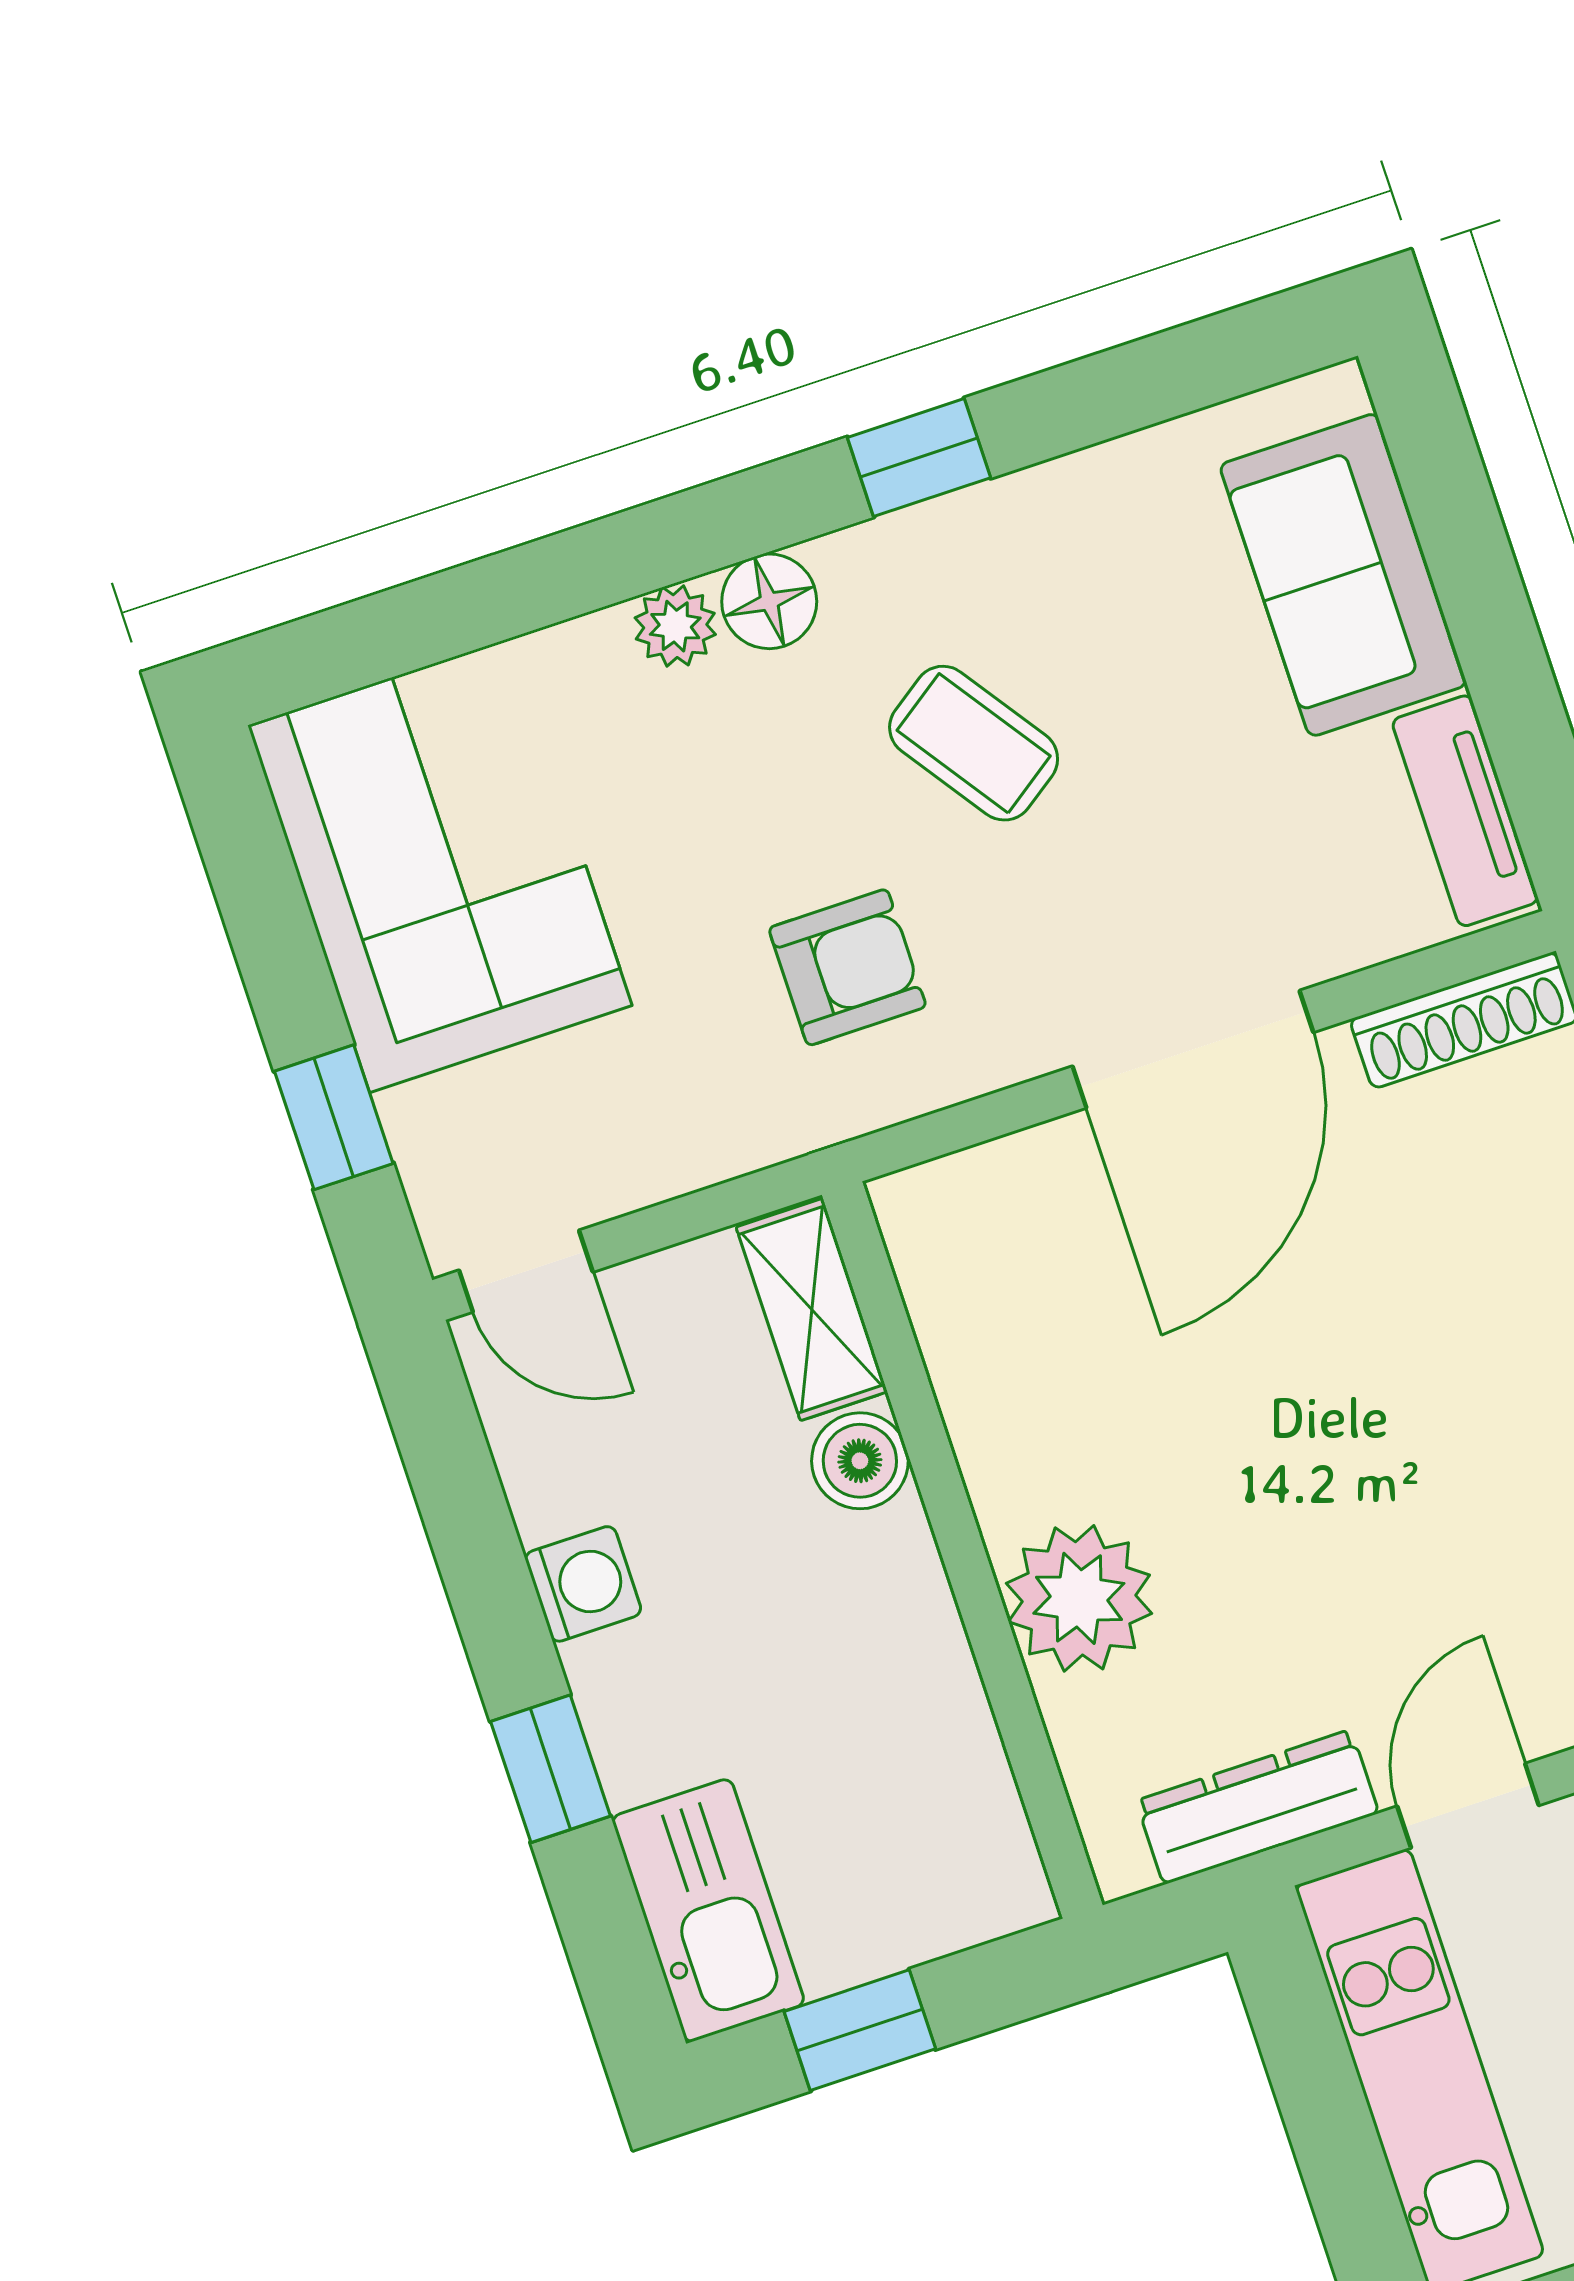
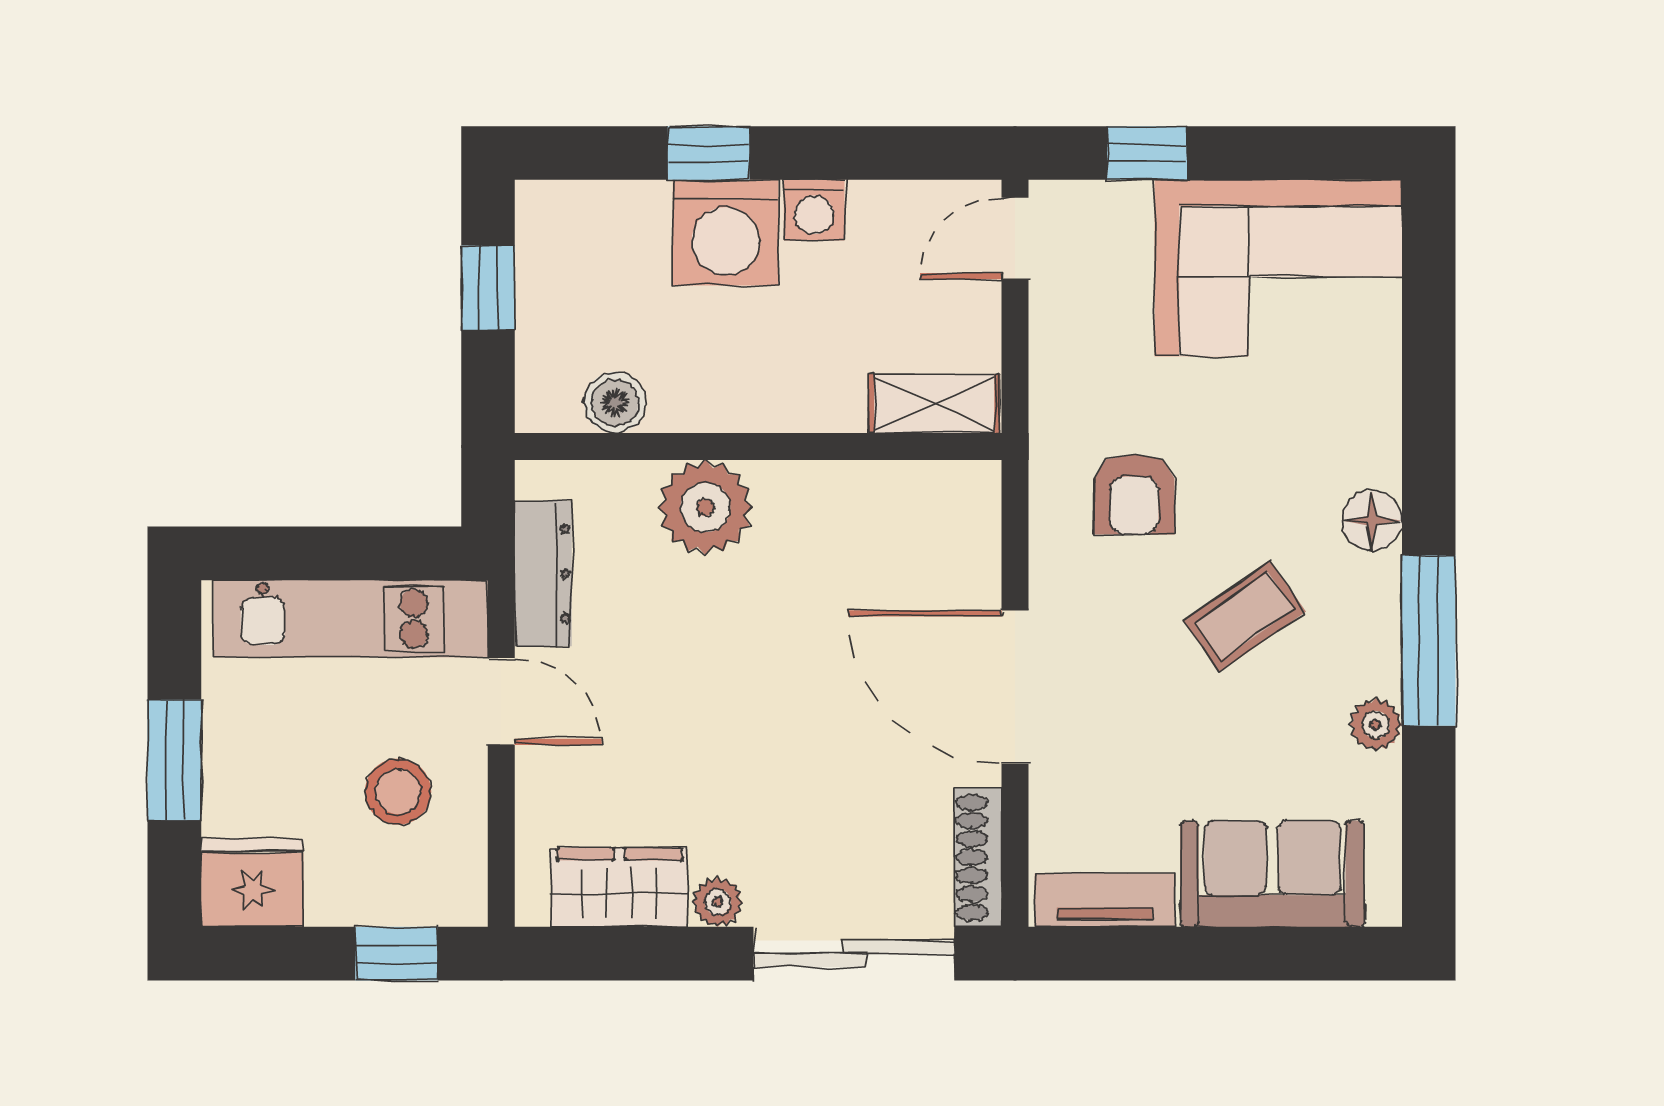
window: (919, 458) -> (1429, 640), width x2.17
plant: (675, 626) -> (1376, 725), moved
boiler: (860, 1461) -> (615, 402), moved
washing machine: (660, 1704) -> (726, 233), added
kitchen sink: (708, 1910) -> (591, 220), removed

